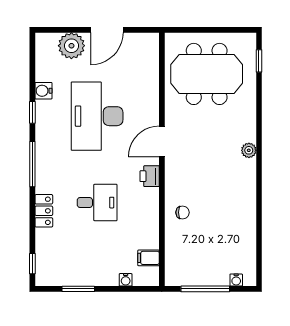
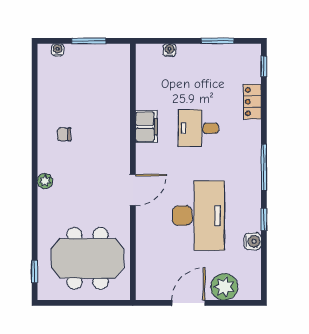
printer: (150, 176) -> (145, 155), removed
locker: (44, 211) -> (252, 102), moved
chair: (183, 212) -> (64, 134), moved
filing cabinet: (149, 258) -> (146, 127), moved, width x2.00
window: (205, 289) -> (89, 41), width x0.69

